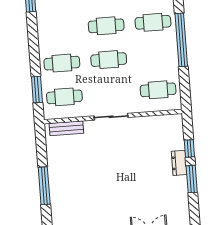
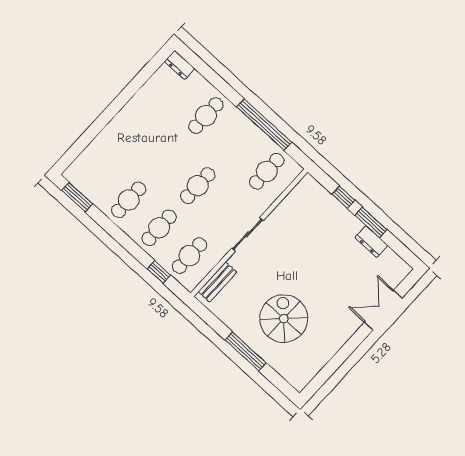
cafe table: (106, 26) -> (129, 200), moved
window: (181, 40) -> (264, 125), moved
window: (37, 90) -> (159, 272), width x0.67
dresser: (179, 163) -> (371, 242), moved
spiral stairs: (85, 187) -> (284, 319), added

